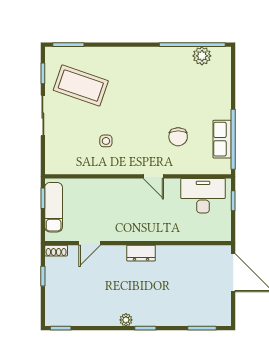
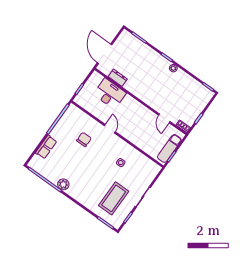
plant: (202, 56) -> (63, 184), moved
coffee table: (81, 86) -> (114, 198), turned 71
row of seats: (222, 139) -> (46, 147), moved
desk: (203, 196) -> (110, 94), moved, turned 180
door: (90, 243) -> (164, 118), swing flipped
dresser: (141, 253) -> (118, 78), moved

